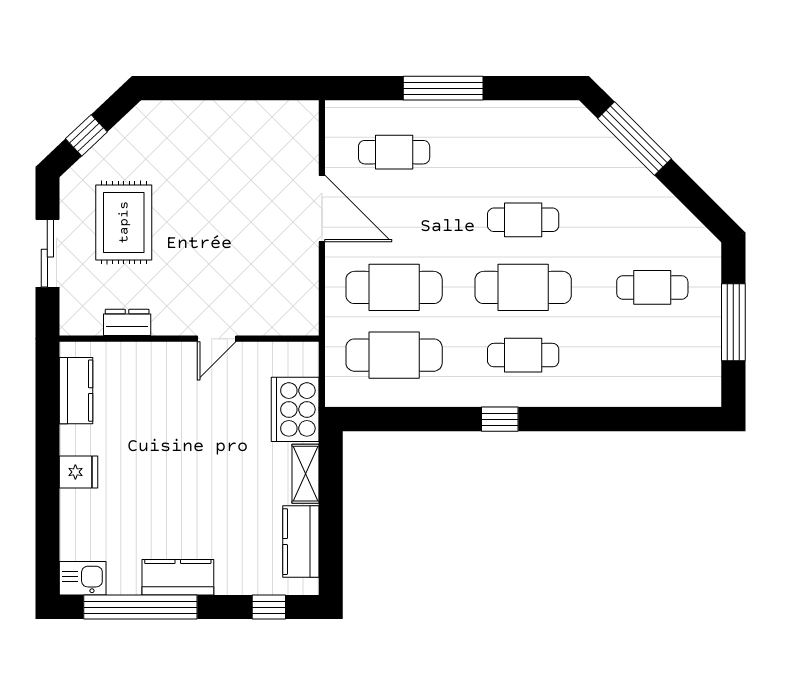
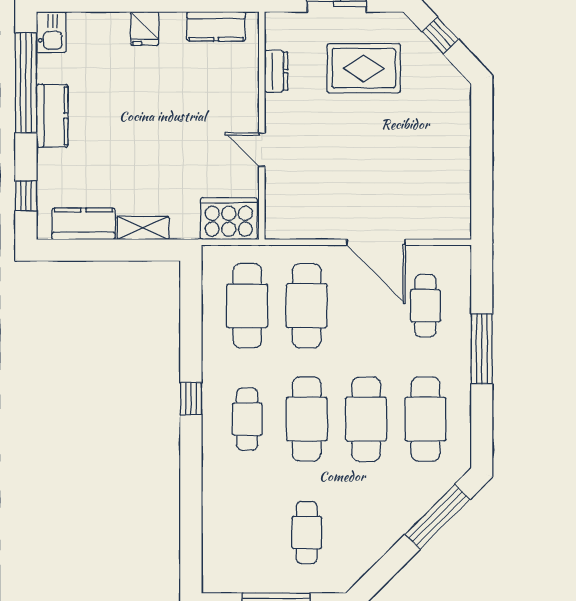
cafe table: (523, 152) -> (425, 419), added
door: (322, 209) -> (376, 242), hinge flipped
cafe table: (523, 220) -> (366, 419), width x1.37, depth x1.35
cooker: (295, 409) -> (229, 219), moved

